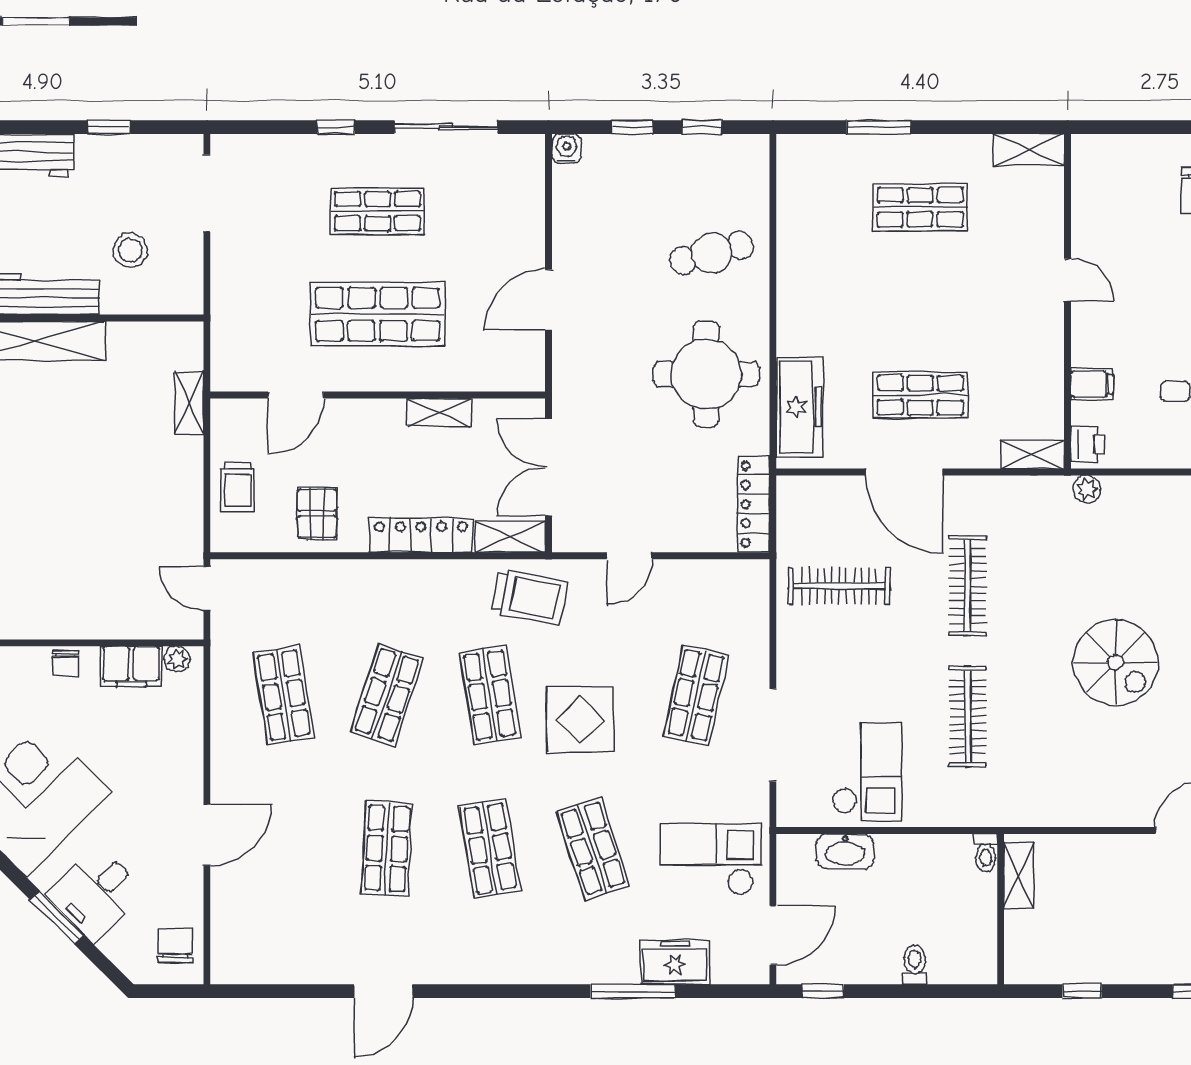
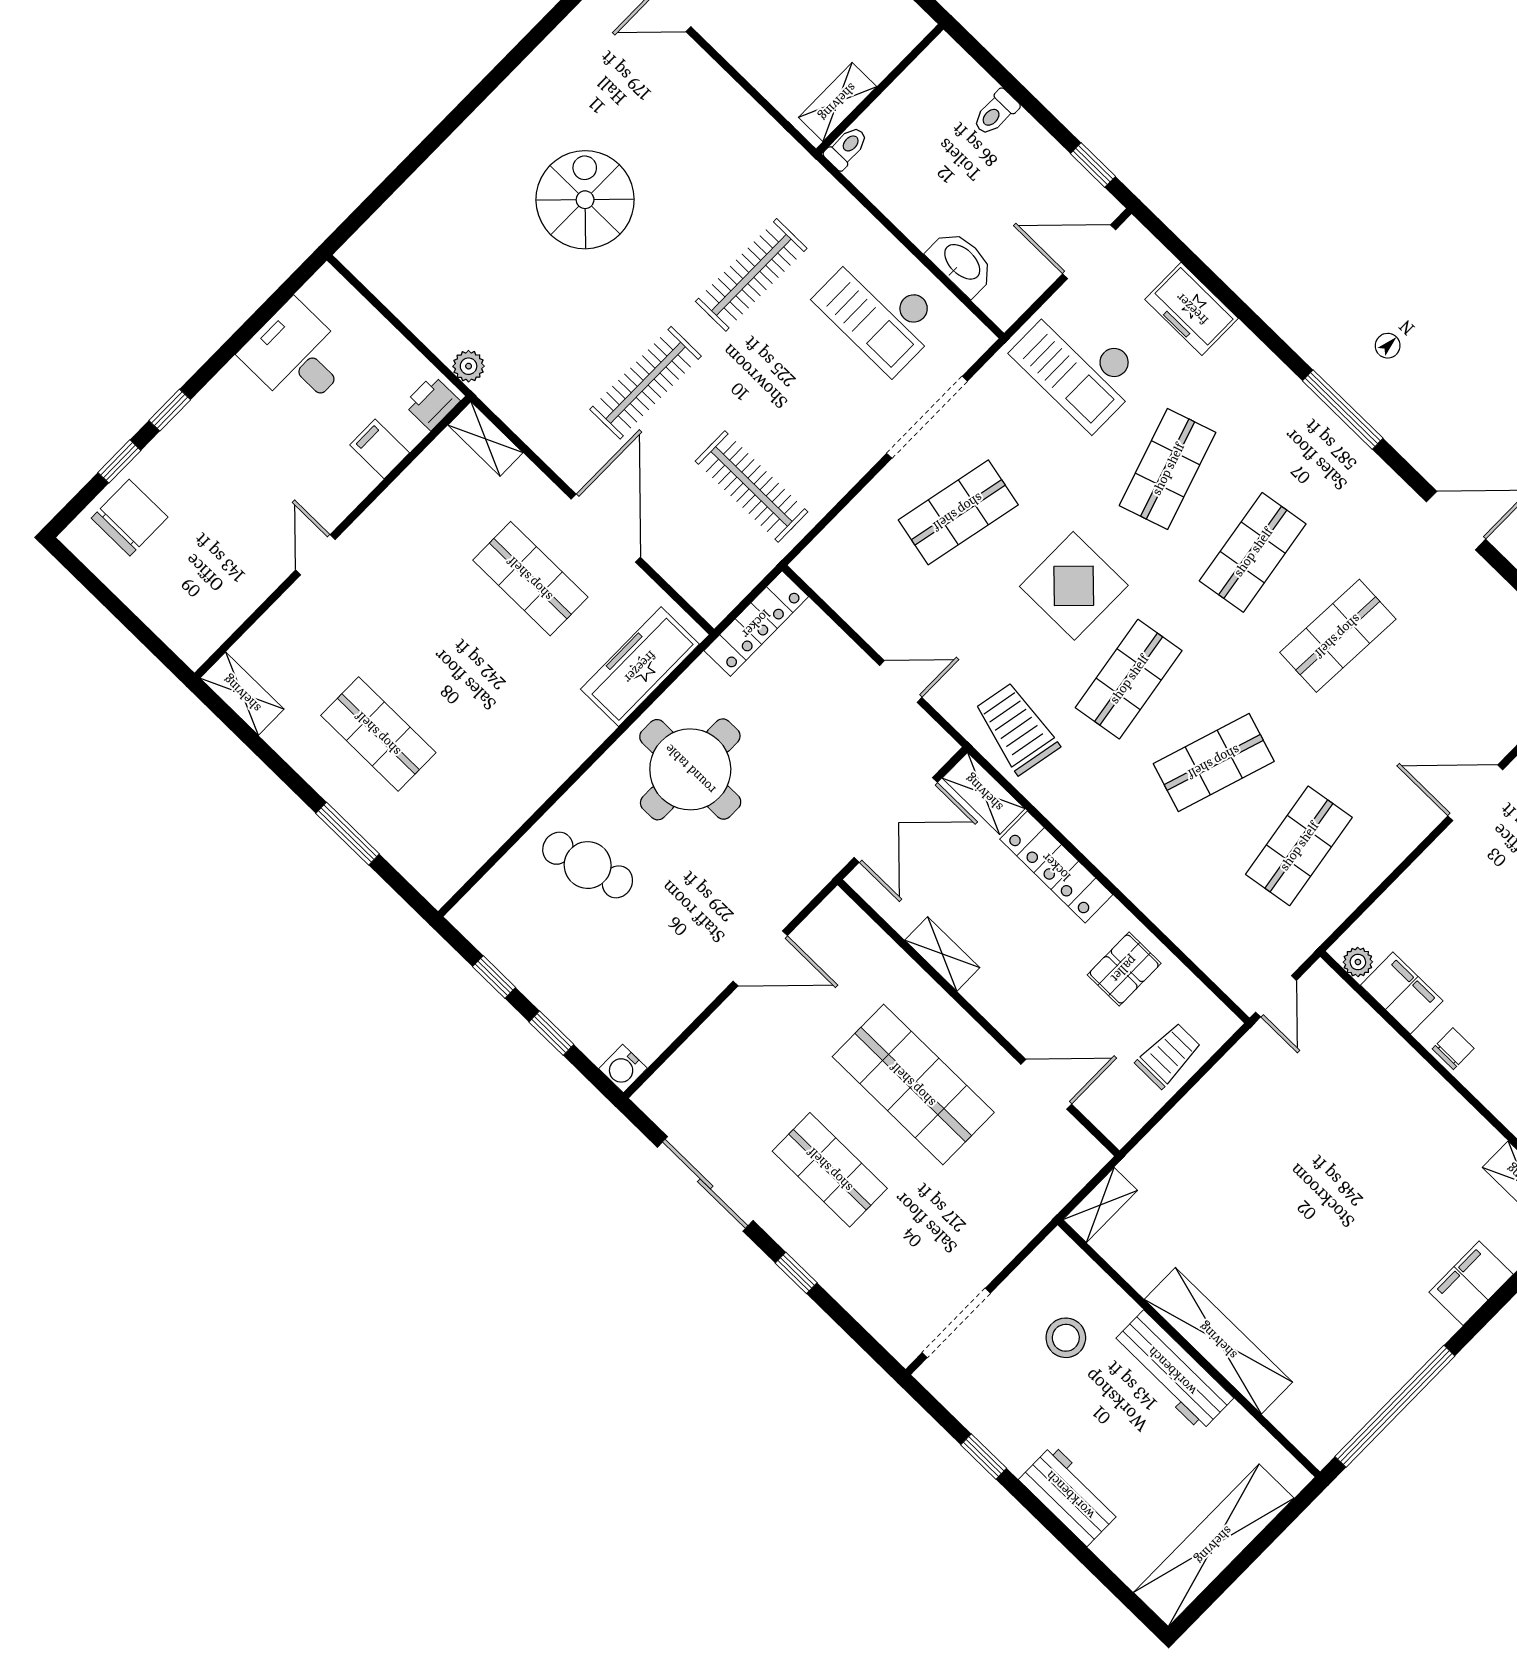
shelving: (189, 403) -> (1100, 1205), moved
checkout: (867, 772) -> (879, 311), turned -90
window: (633, 991) -> (1343, 410), moved

